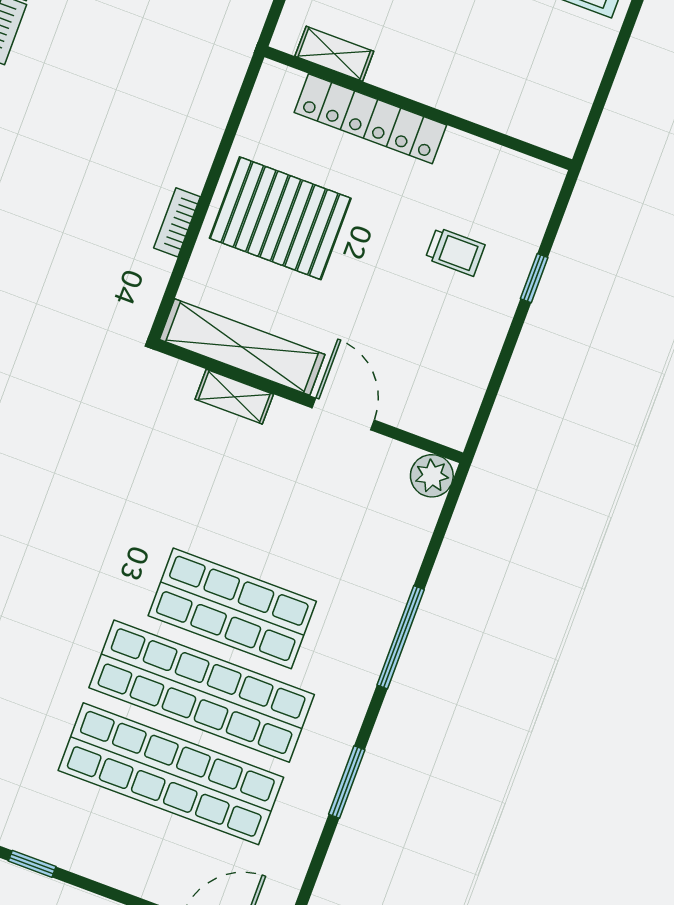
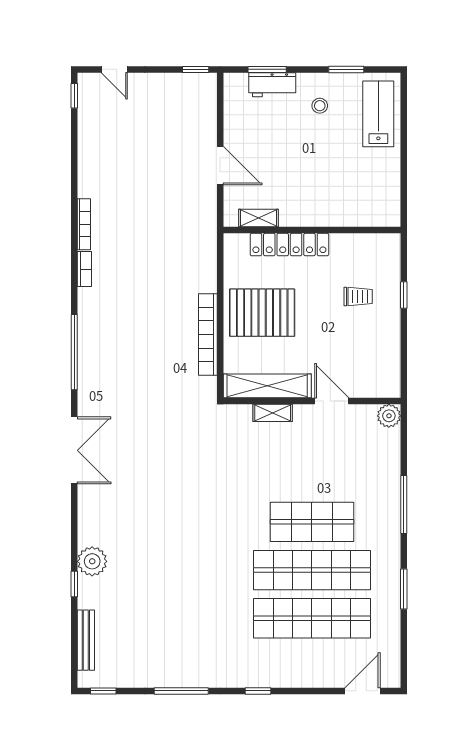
bookcase: (177, 222) -> (208, 334), width x2.31, depth x1.31

